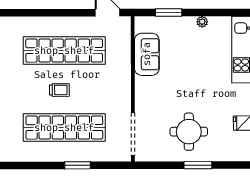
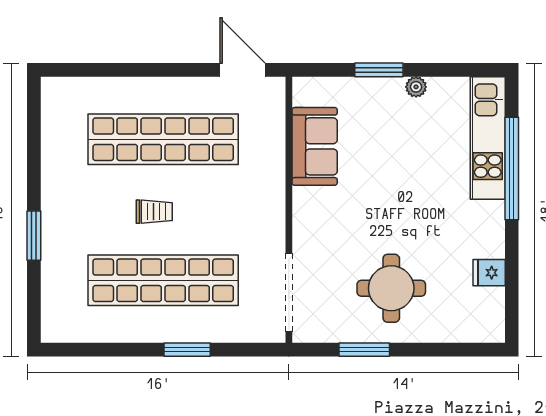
window: (169, 13) -> (379, 70), moved
window: (198, 165) -> (364, 350), moved

